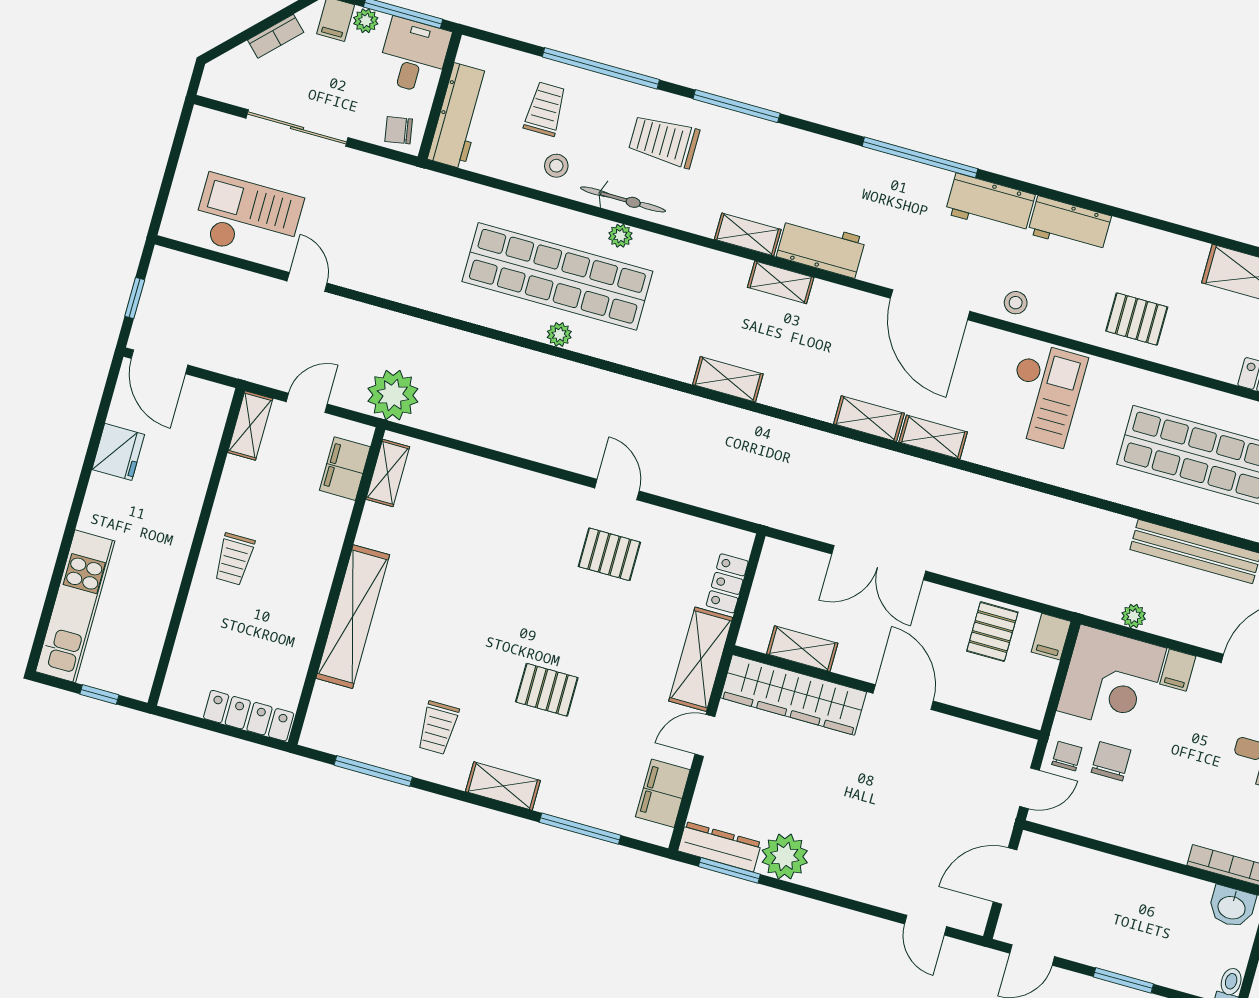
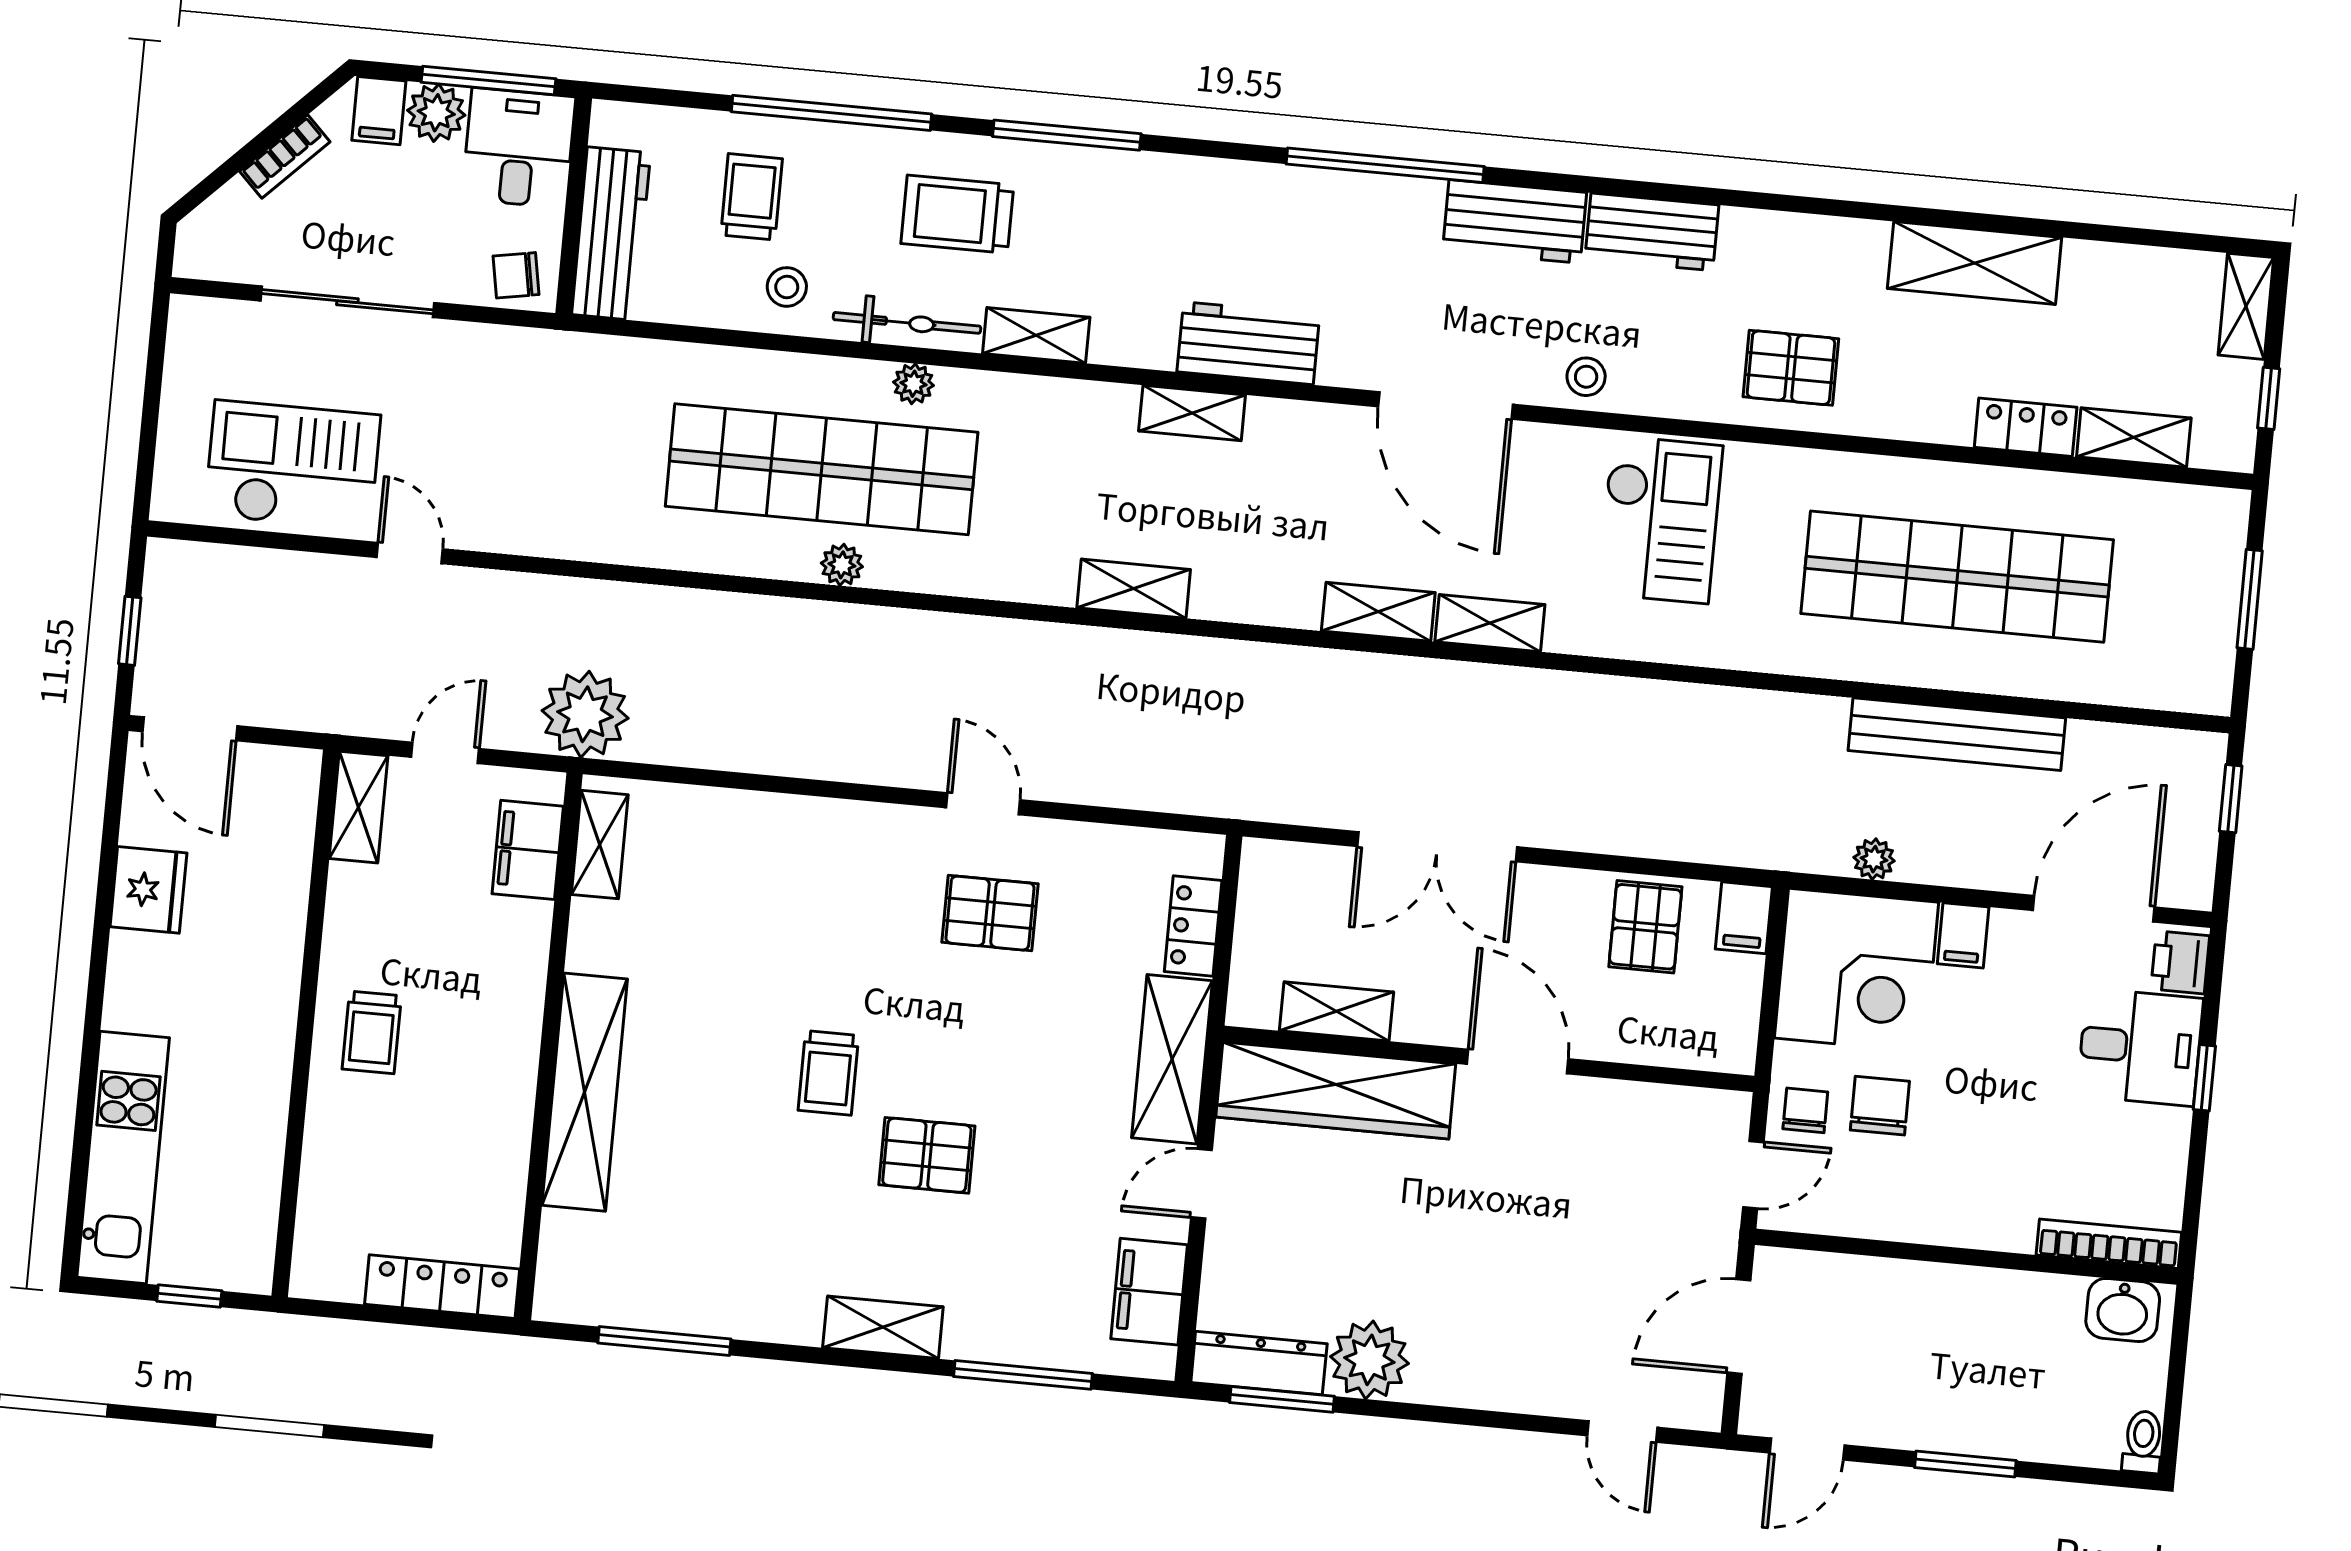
plant: (366, 21) -> (436, 113), width x1.38, depth x1.38
shelving: (748, 234) -> (1036, 335), moved
trolley: (438, 728) -> (828, 1073), moved

